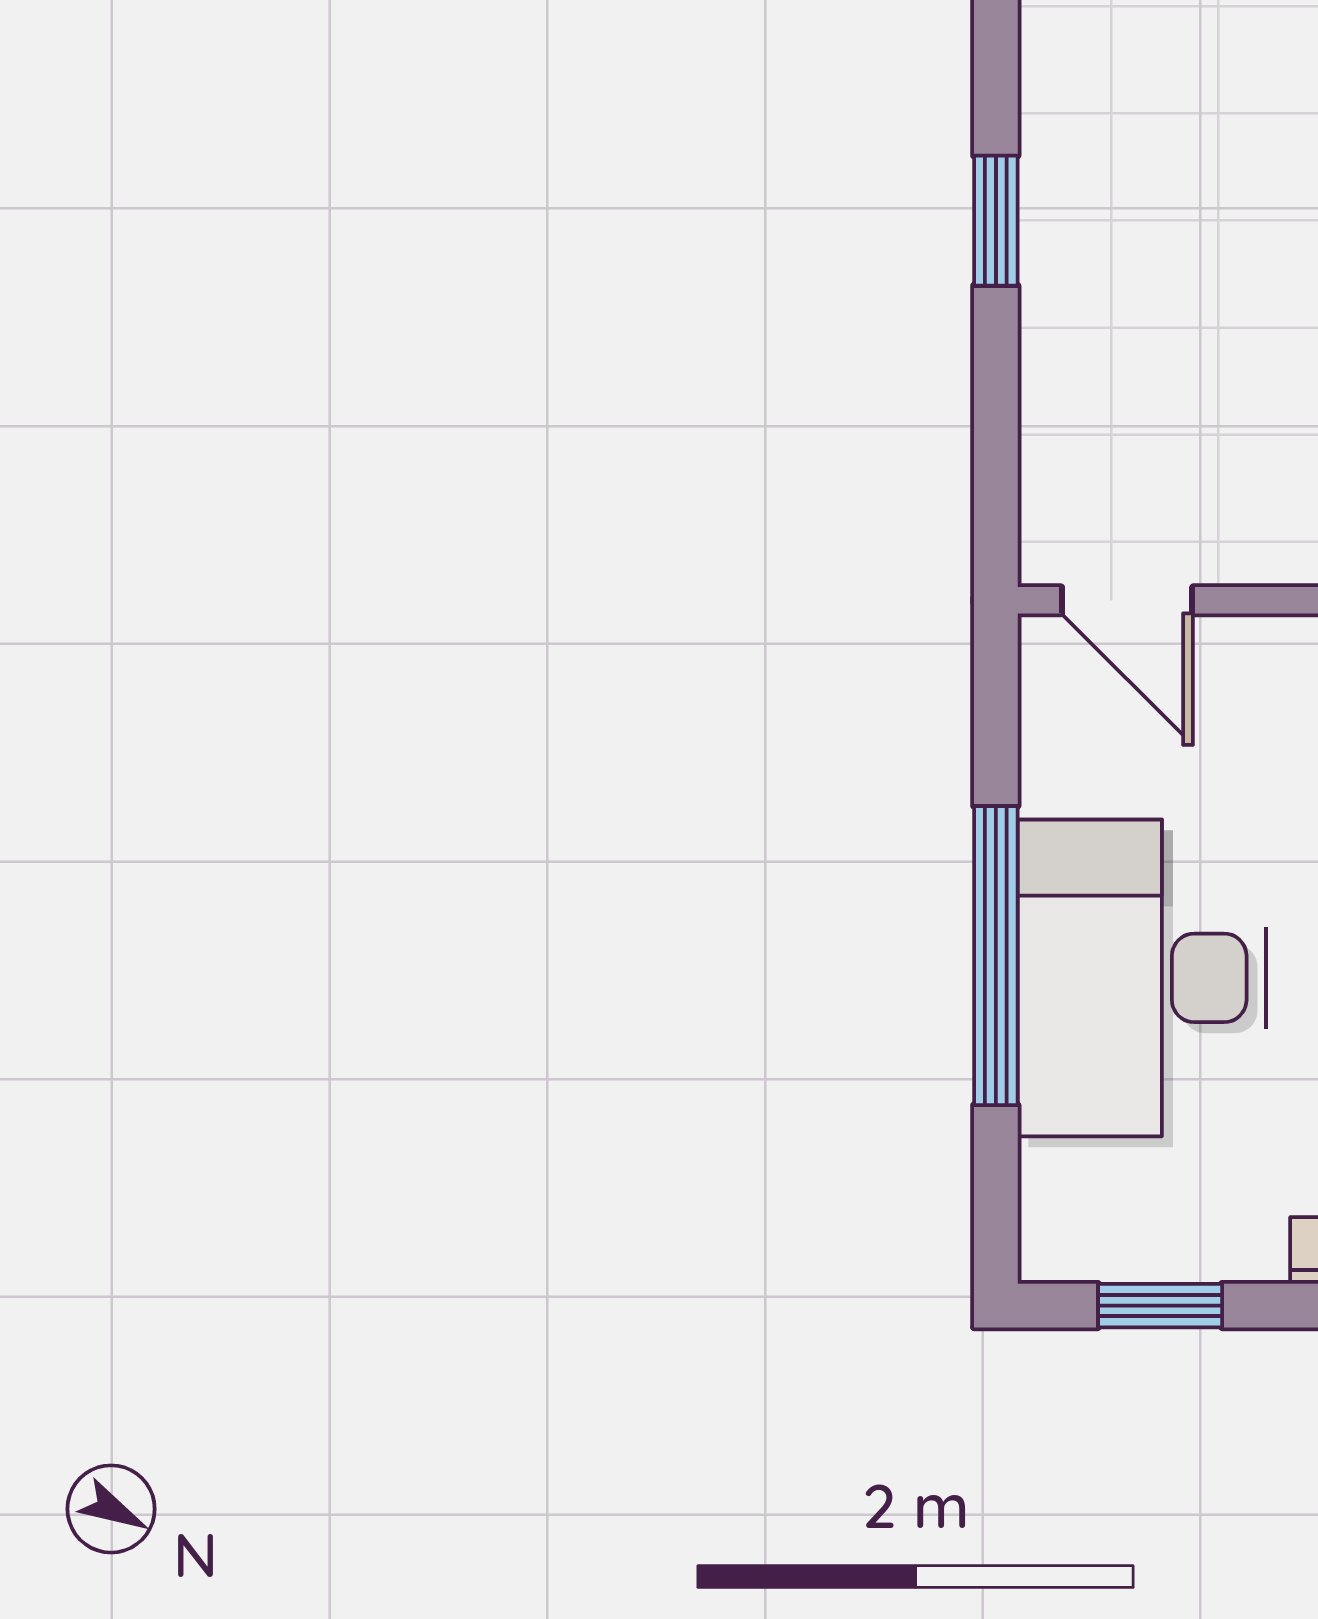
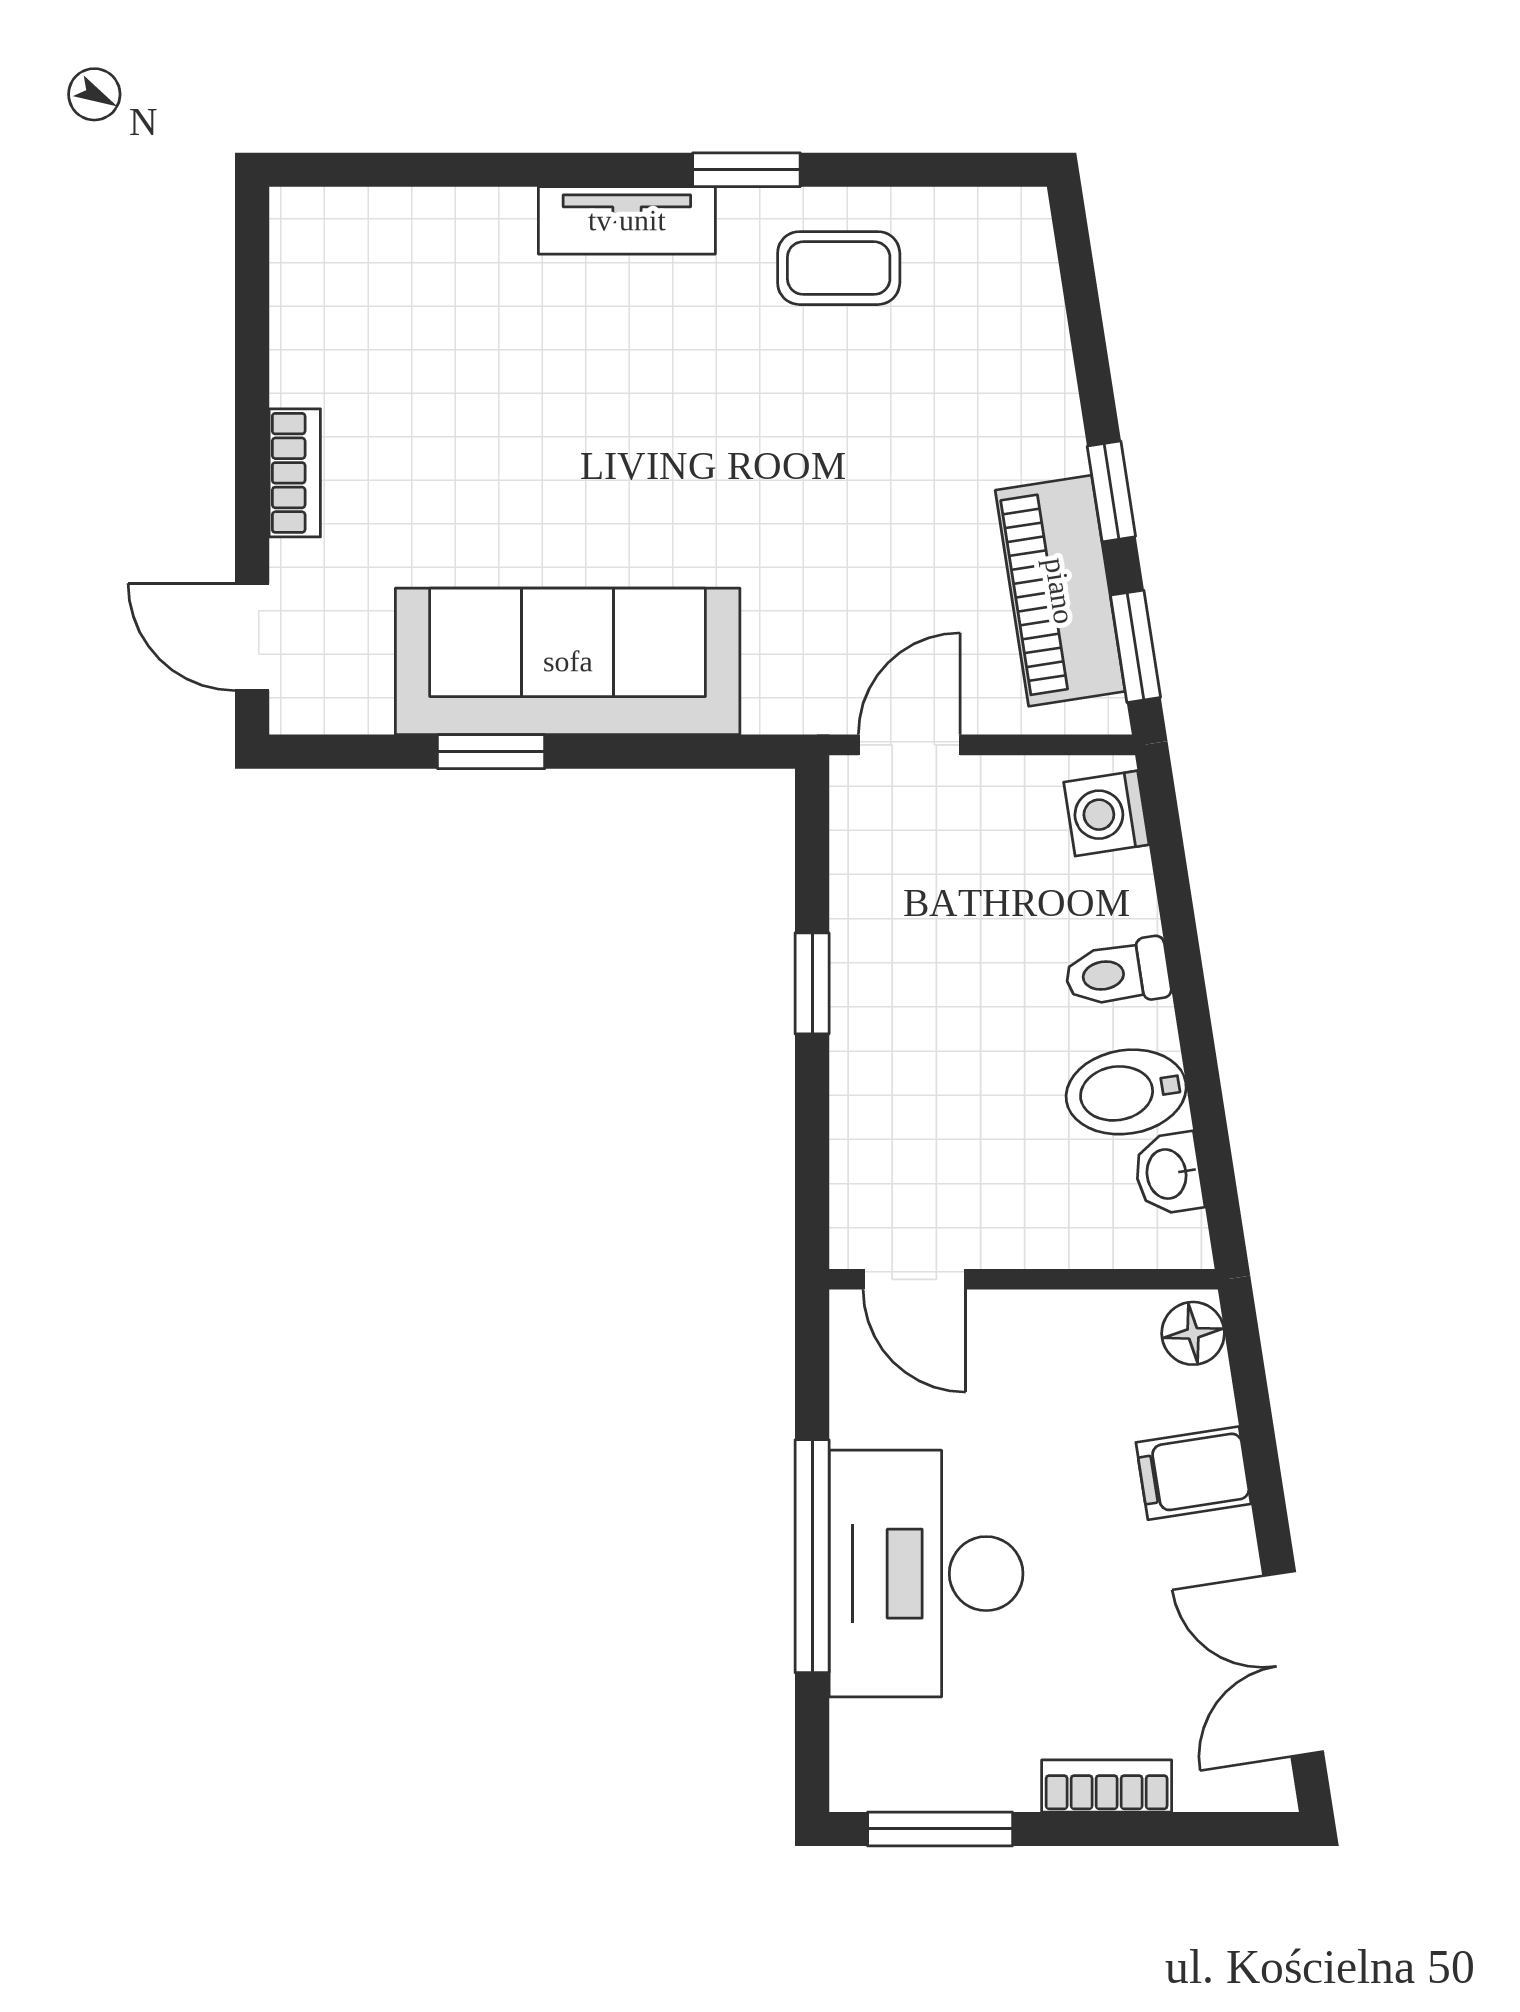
window: (1160, 1306) -> (940, 1829), width x1.50

